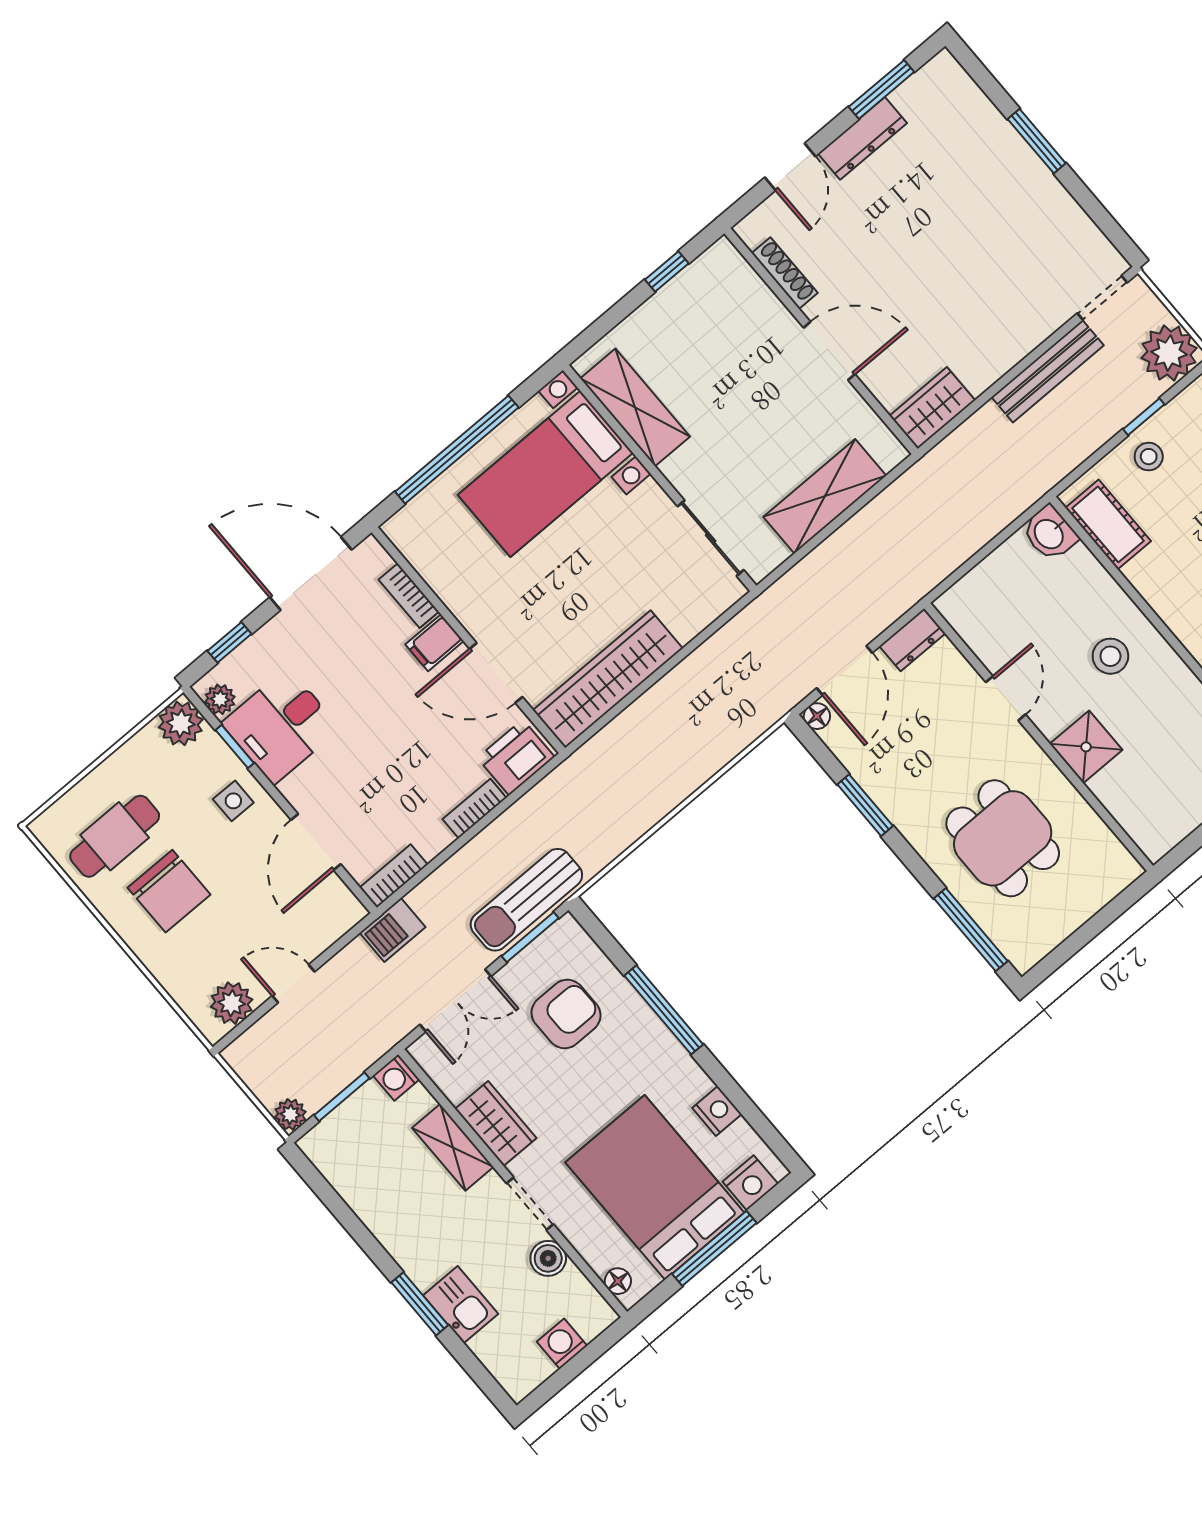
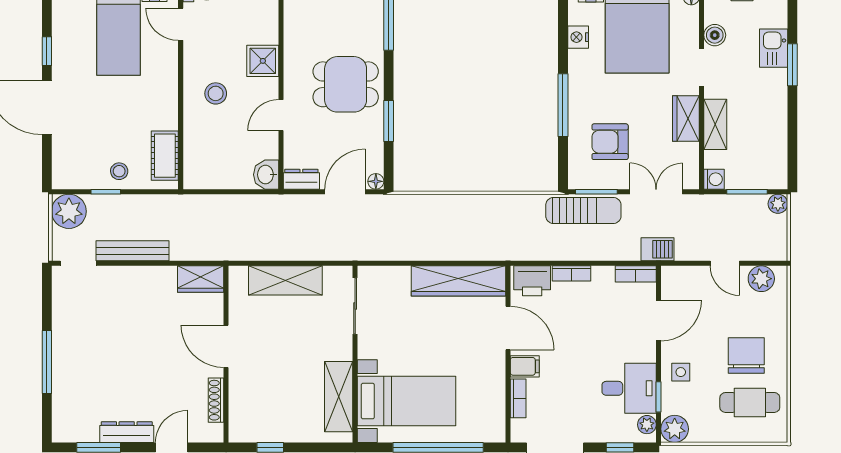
window: (1037, 141) -> (47, 362), width x1.44
washbasin: (1050, 533) -> (266, 175), moved, turned 180
dining table: (1003, 838) -> (346, 84), moved, turned 90

